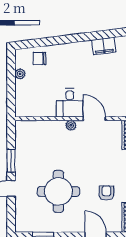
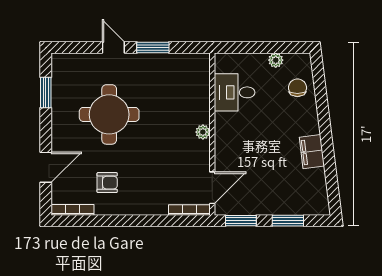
filing cabinet: (104, 46) -> (312, 152), moved
desk: (70, 103) -> (235, 92), moved
door: (94, 119) -> (212, 188), moved

